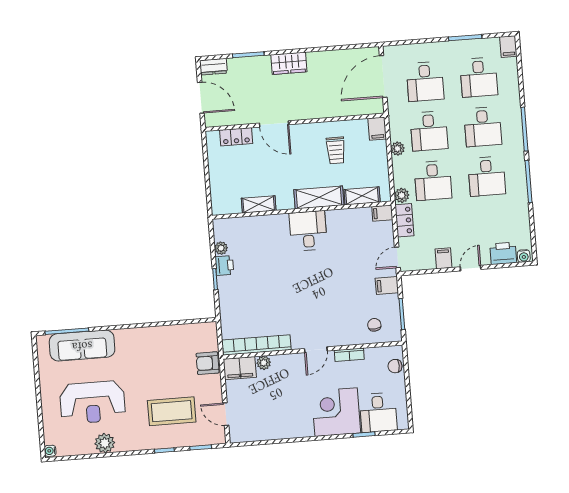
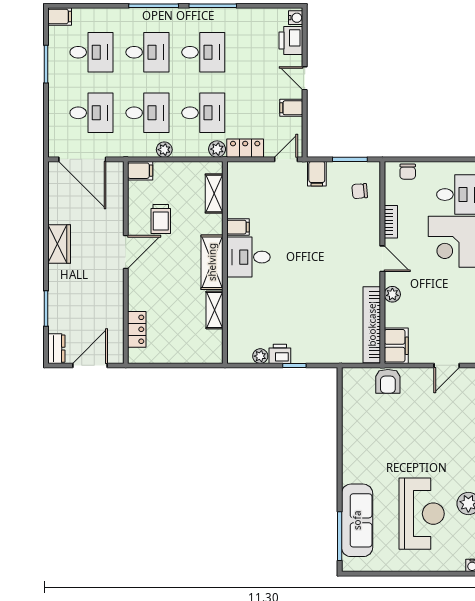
wardrobe: (289, 63) -> (59, 244), moved
door: (274, 124) -> (126, 252), moved
trolley: (336, 150) -> (161, 219), turned 90
shelving: (319, 197) -> (212, 262), moved
filing cabinet: (382, 213) -> (238, 227), moved, turned -90
door: (397, 257) -> (286, 159), swing flipped
plant: (264, 363) -> (392, 294), moved
coffee table: (172, 411) -> (439, 426), removed

